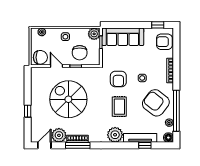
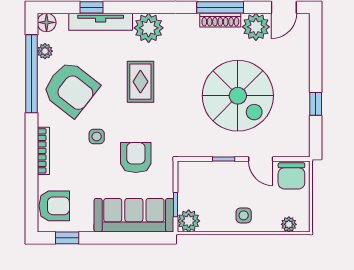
chair: (80, 53) -> (216, 185), removed
chair: (40, 57) -> (291, 176), turned -90
armchair: (118, 79) -> (136, 158), moved
window: (28, 111) -> (316, 104), moved

